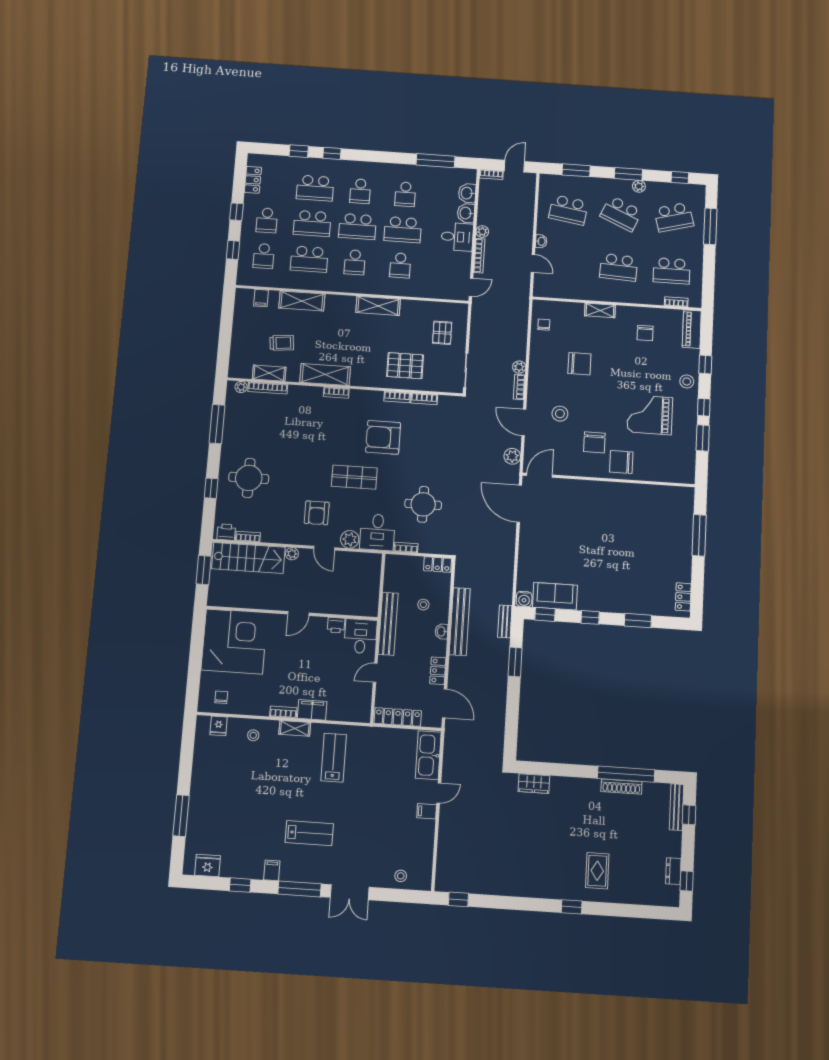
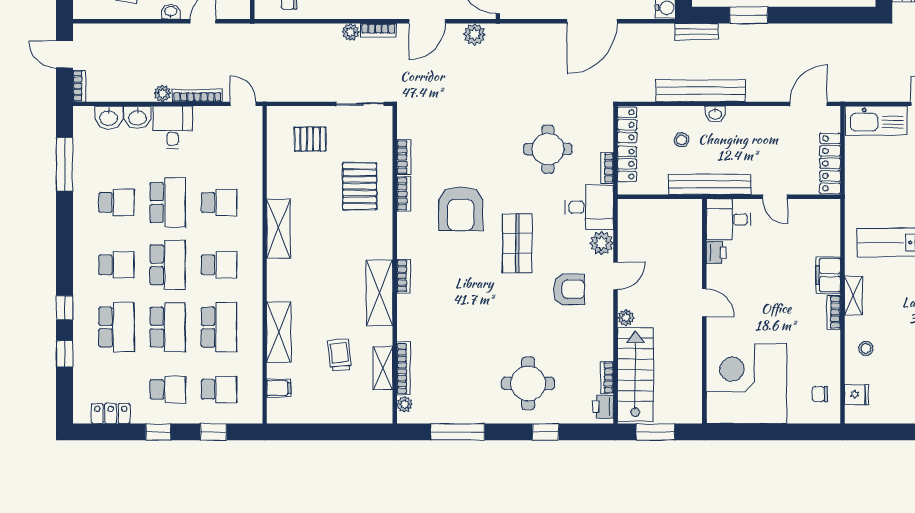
door: (519, 504) -> (592, 21), moved
locker: (438, 671) -> (627, 164), moved, turned -90

